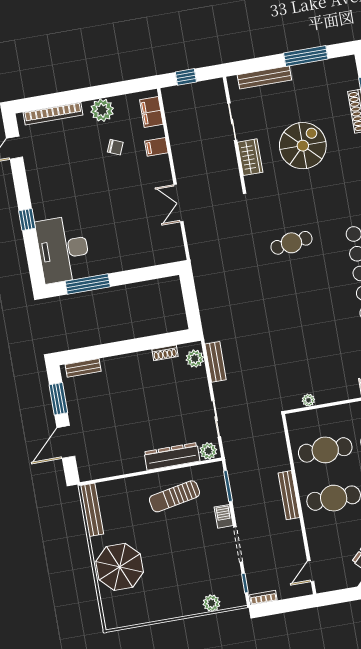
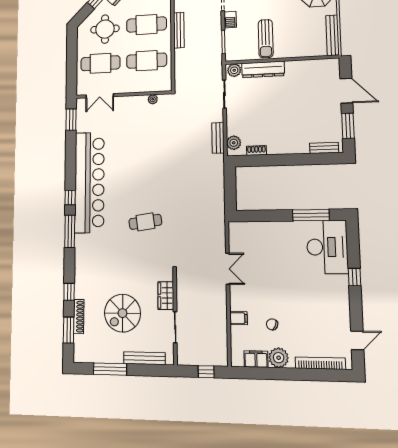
filing cabinet: (151, 112) -> (256, 359), moved, turned -90
spiral stairs: (303, 146) -> (123, 313), moved
door: (66, 442) -> (346, 91), hinge flipped
sun lounger: (174, 496) -> (266, 39), turned 101

